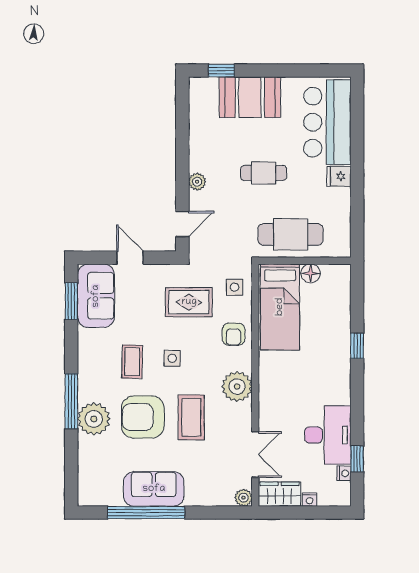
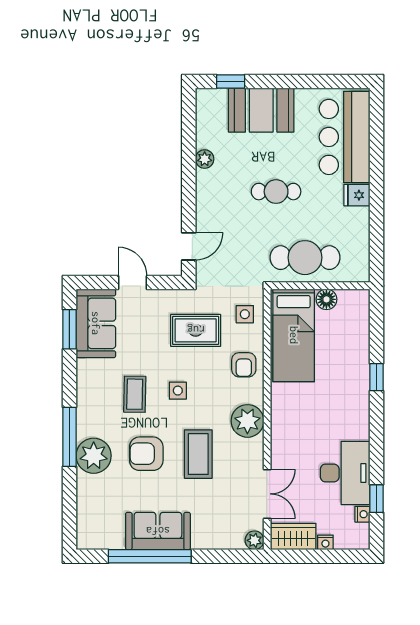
plant: (197, 182) -> (205, 159), moved
armchair: (143, 417) -> (146, 454), width x0.73, depth x0.73

